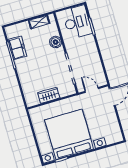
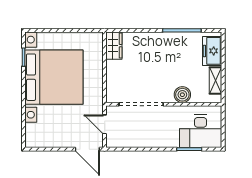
freezer: (17, 48) -> (212, 51), moved, turned 90
door: (92, 90) -> (105, 124), swing flipped
wardrobe: (49, 95) -> (114, 46), moved

